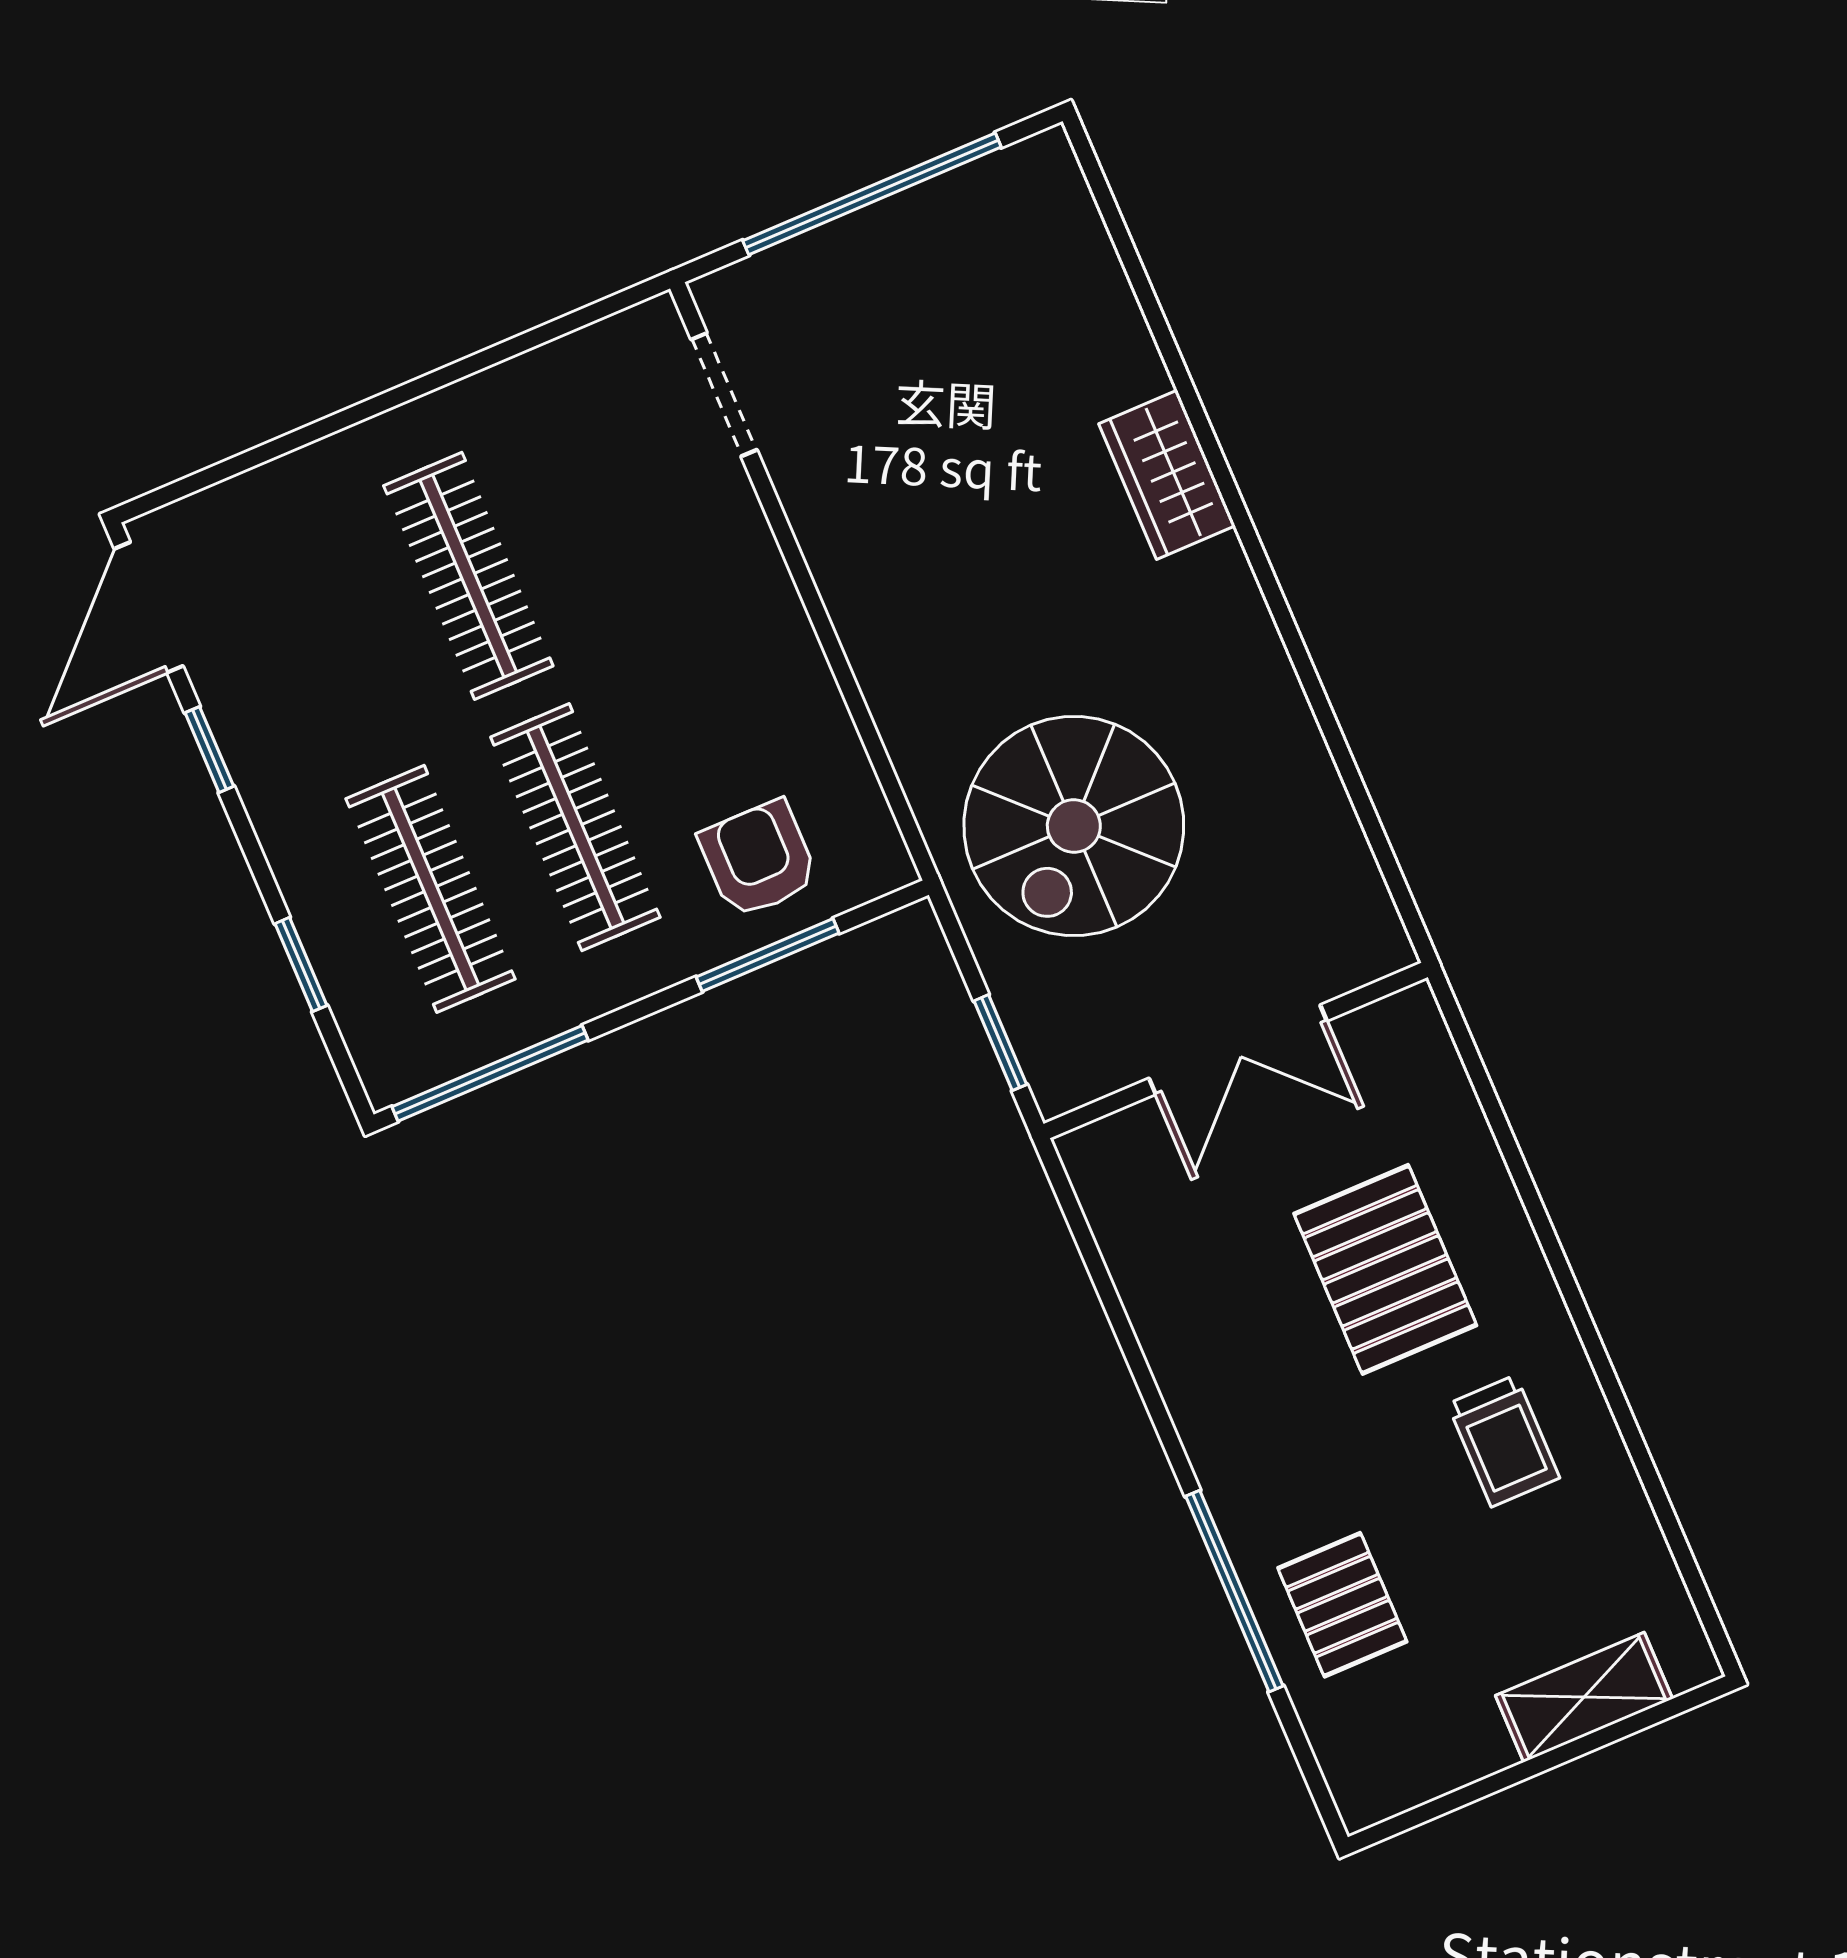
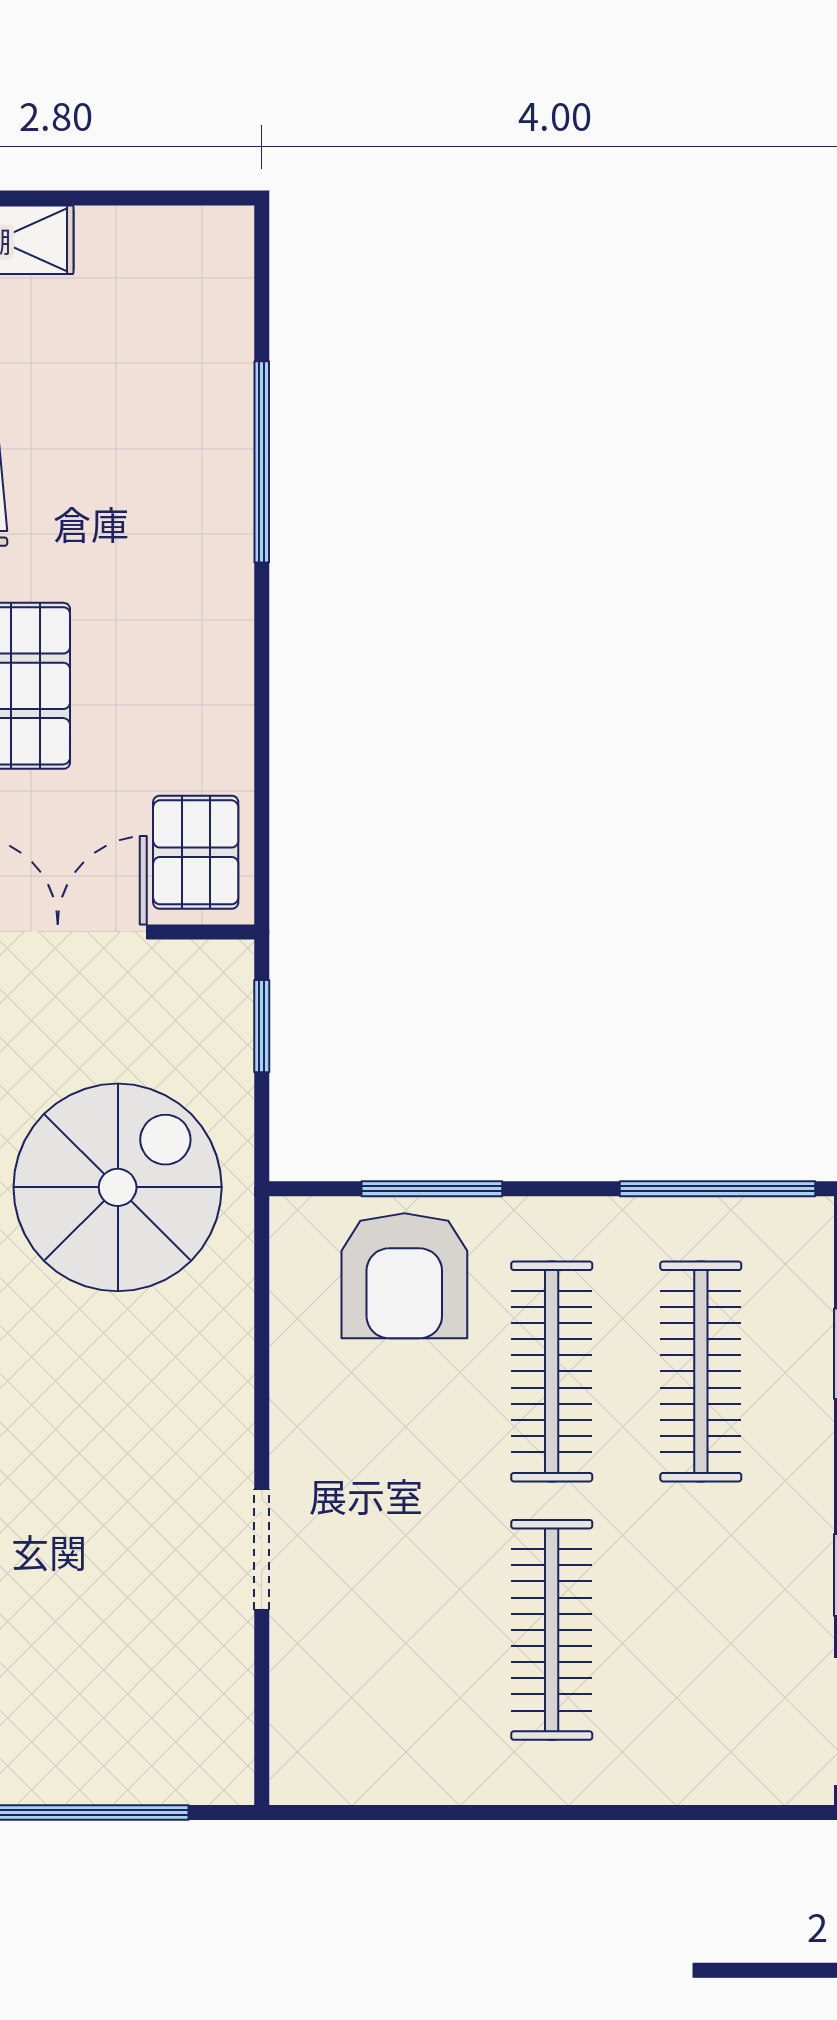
doorway: (724, 395) -> (262, 1549), moved
armchair: (758, 859) -> (404, 1276), width x1.38, depth x1.38
pallet: (1342, 1605) -> (196, 852), moved

